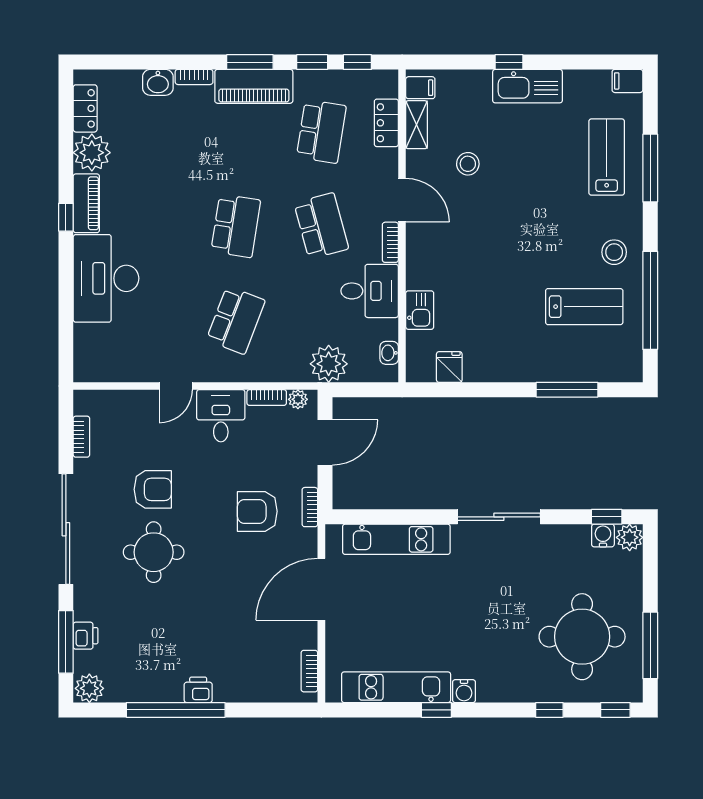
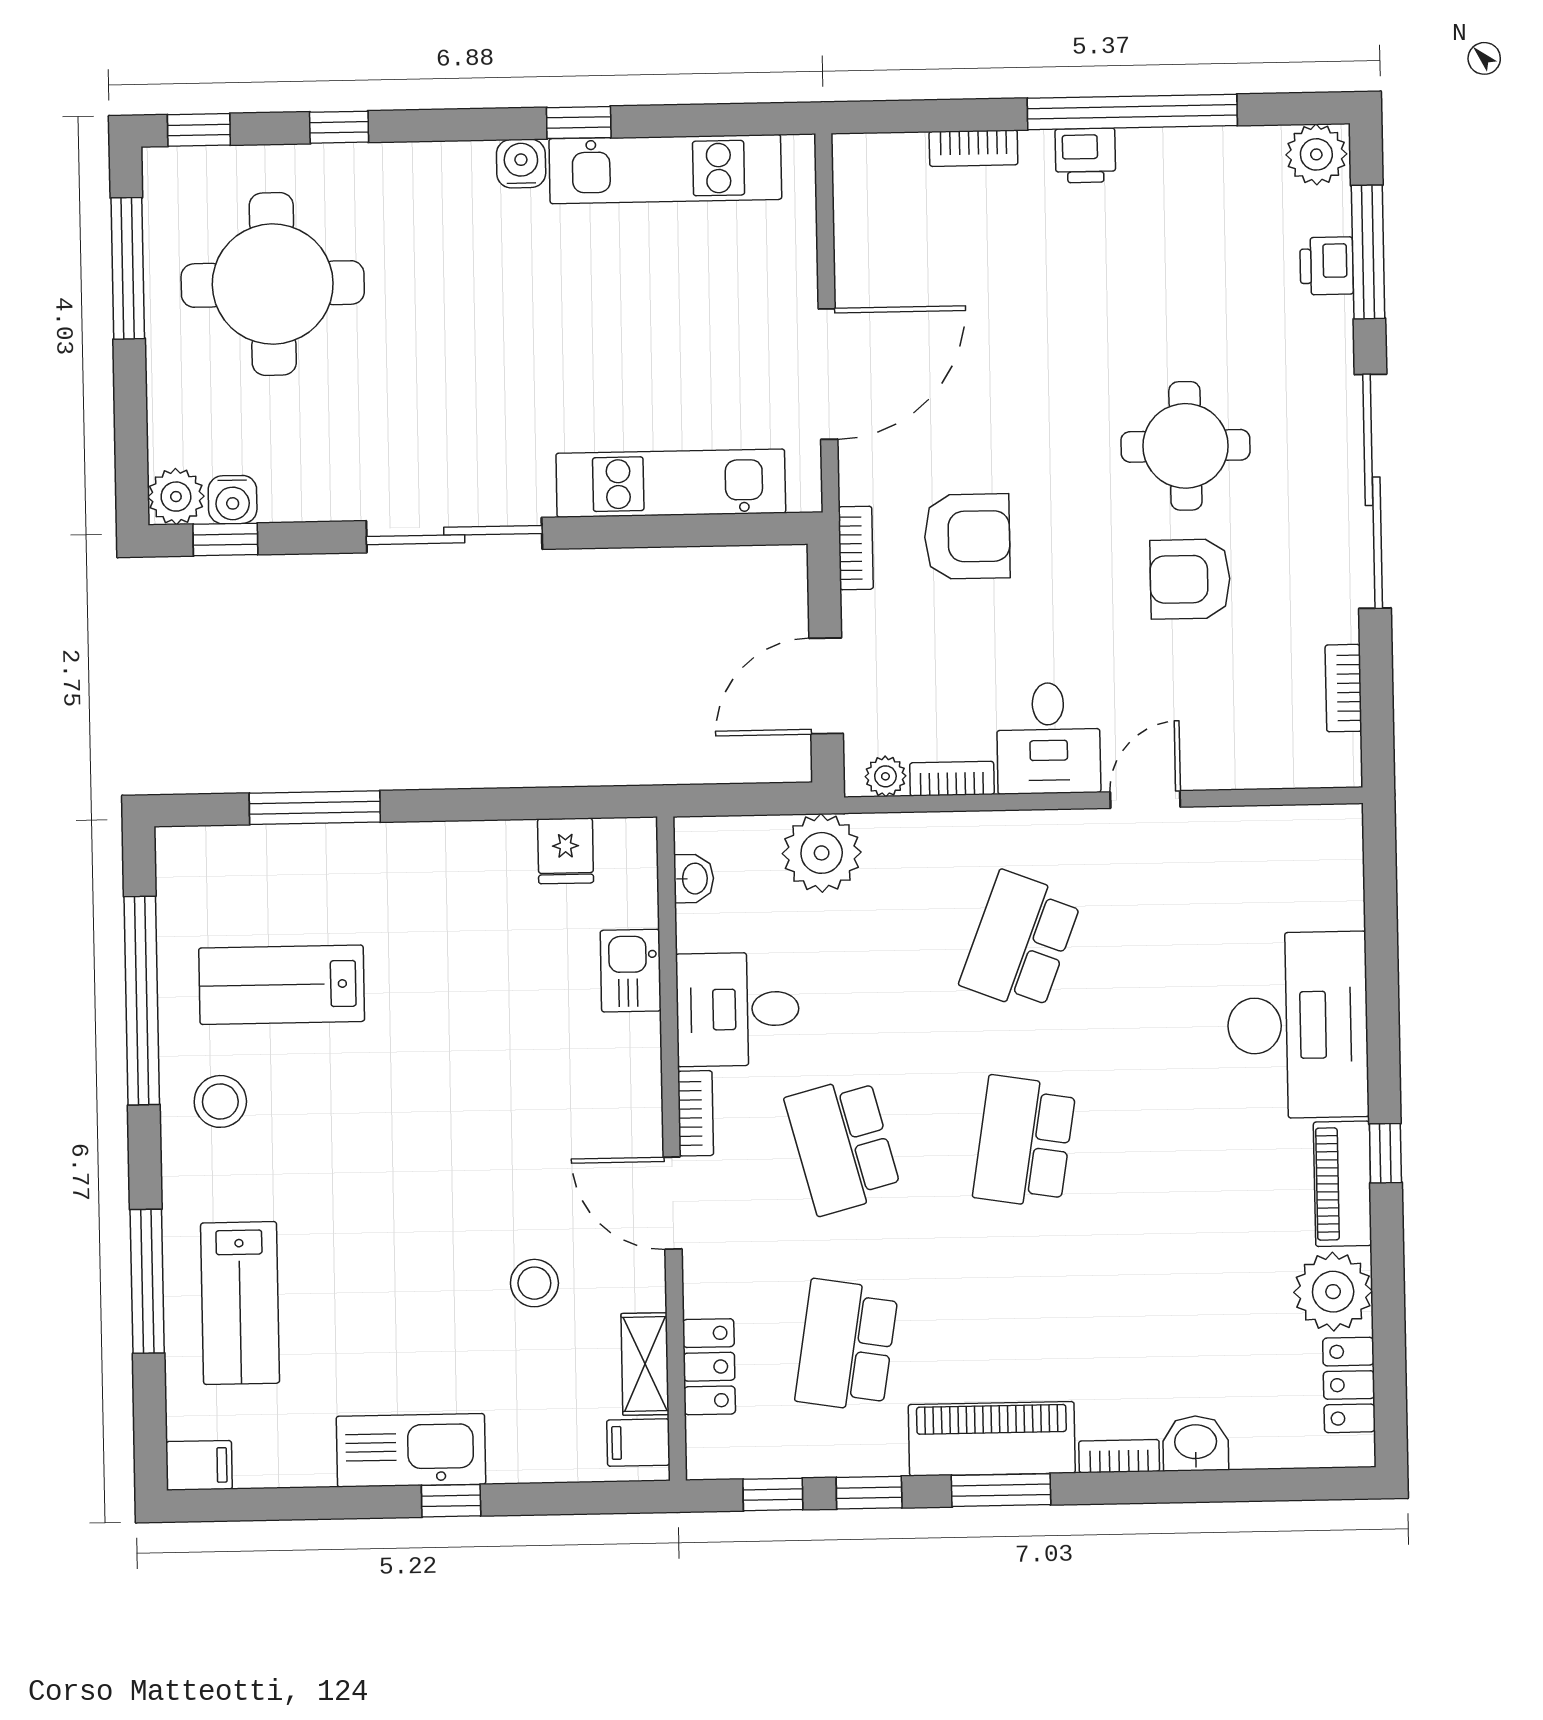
bookcase: (309, 671) -> (973, 148), moved, turned 90

